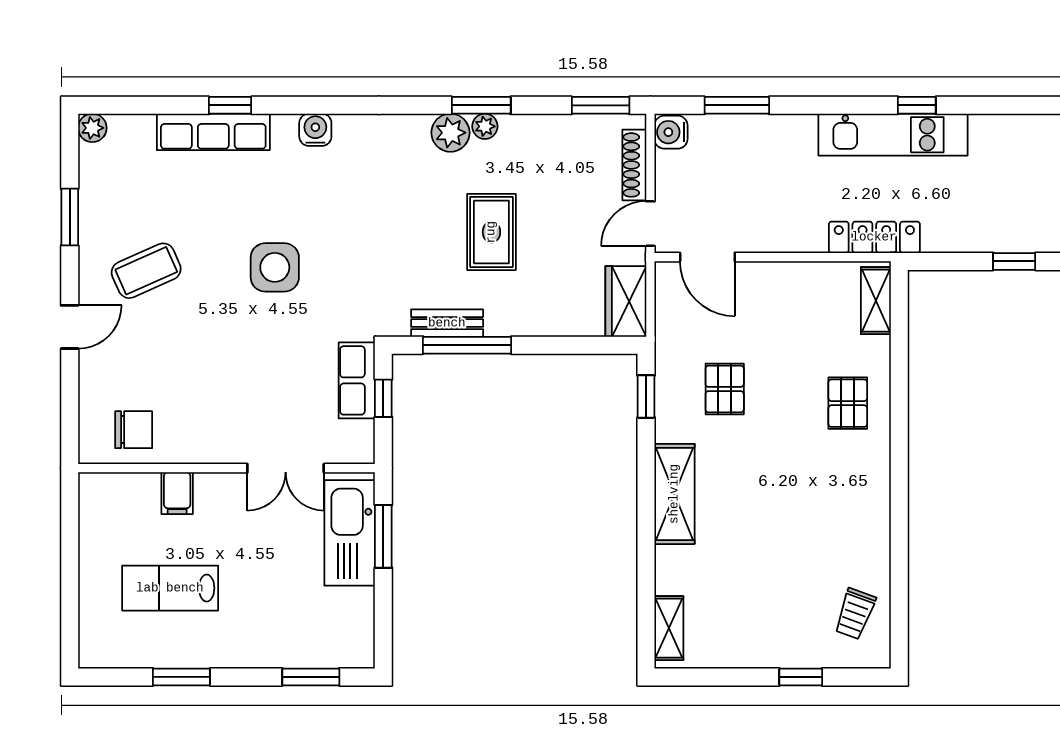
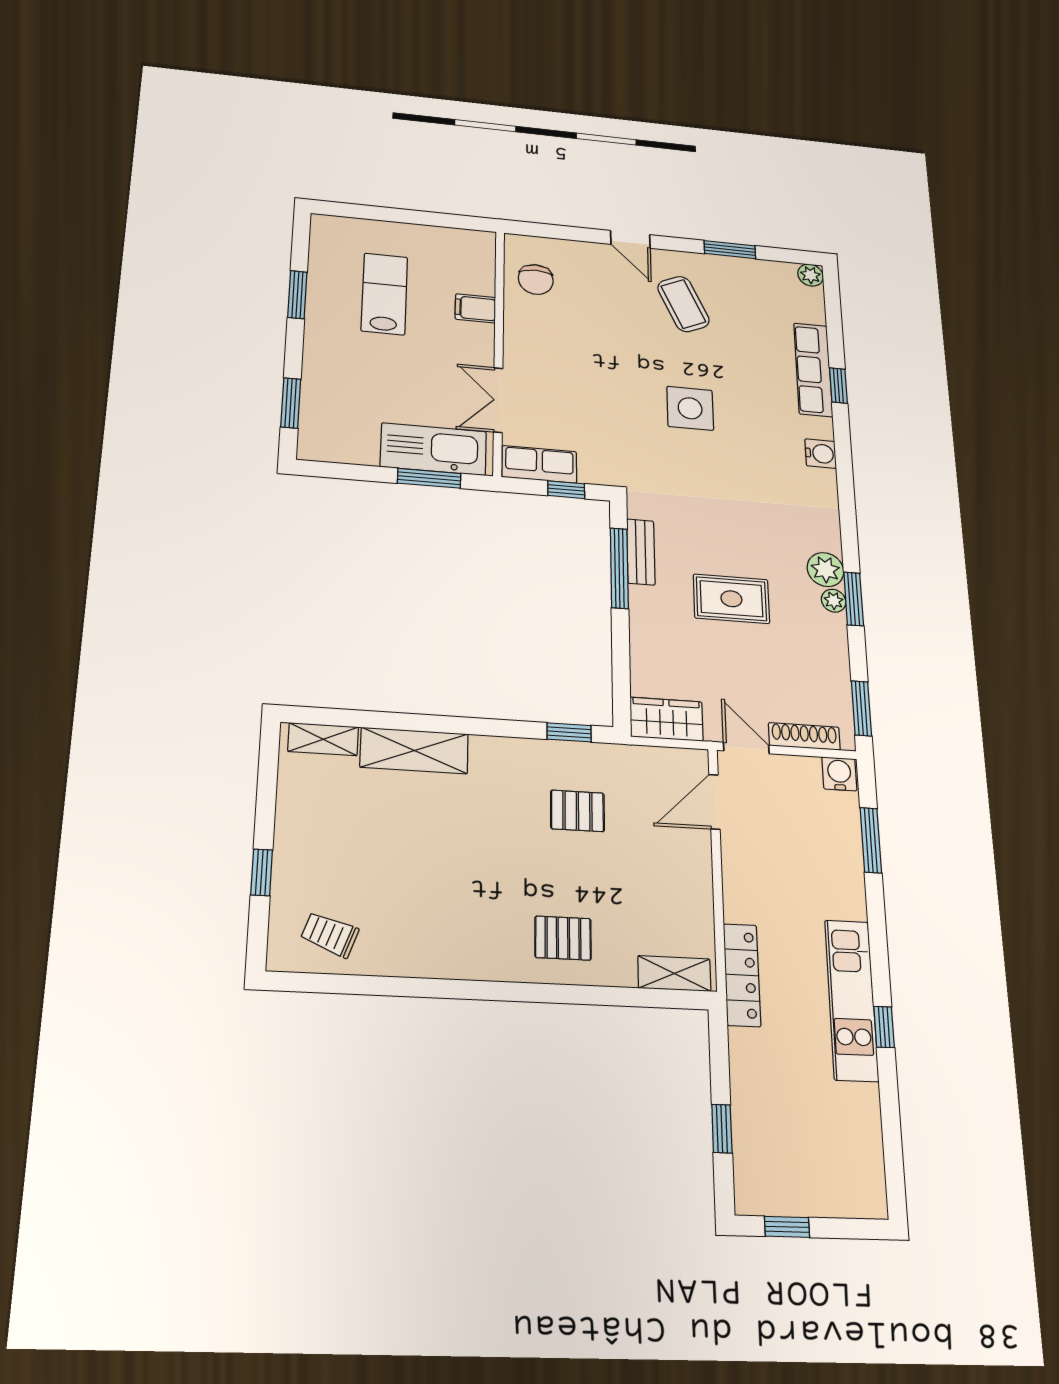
row of seats: (357, 380) -> (539, 464), moved
shelving: (674, 494) -> (414, 751), moved

